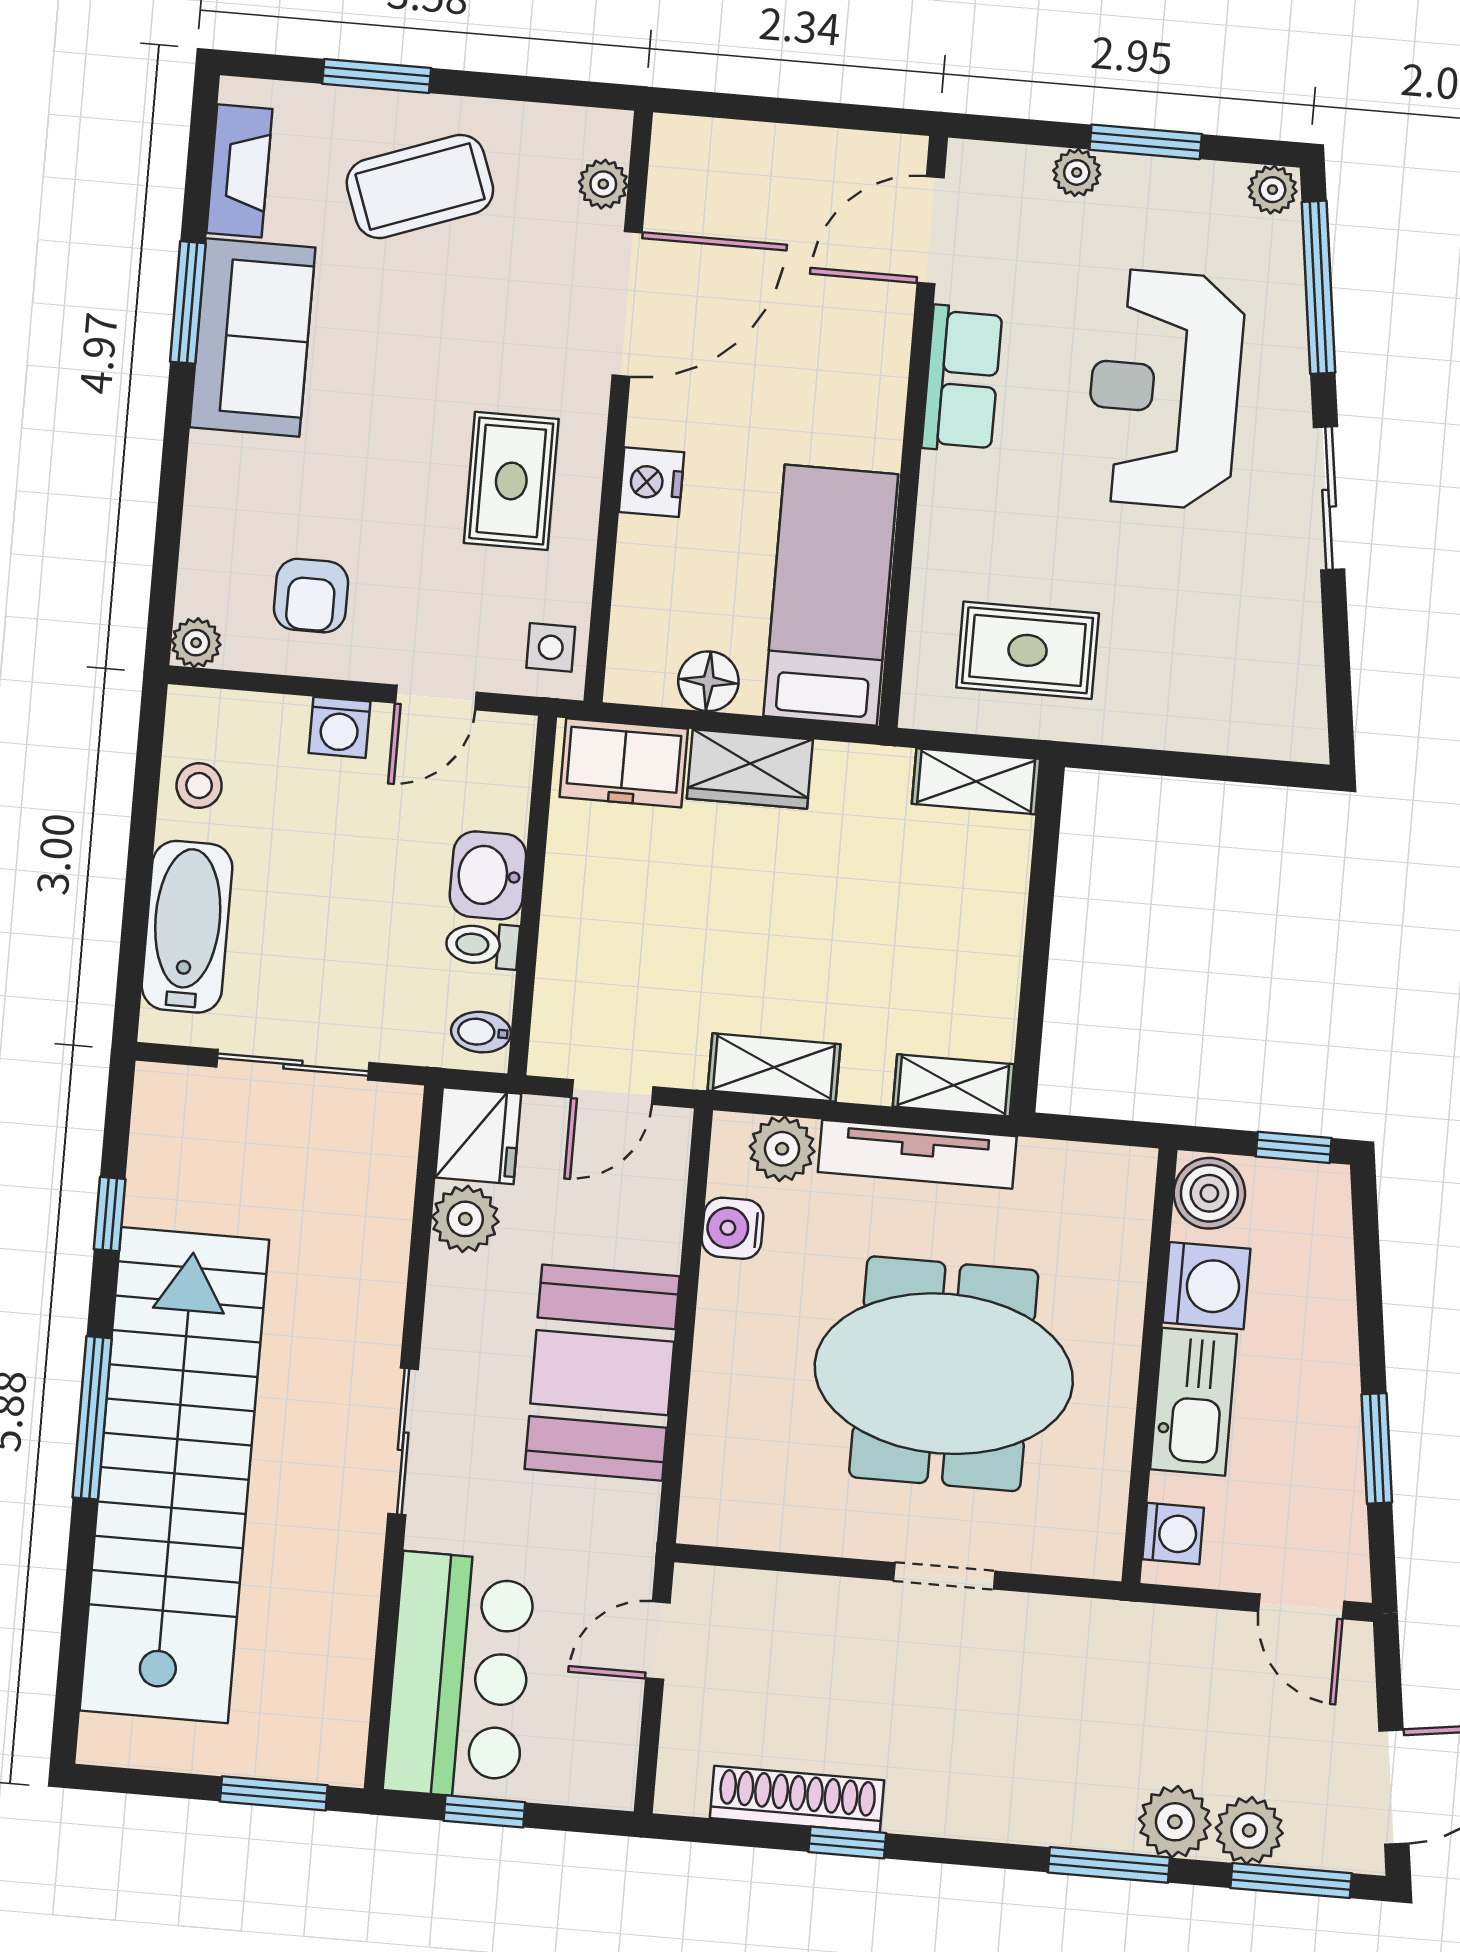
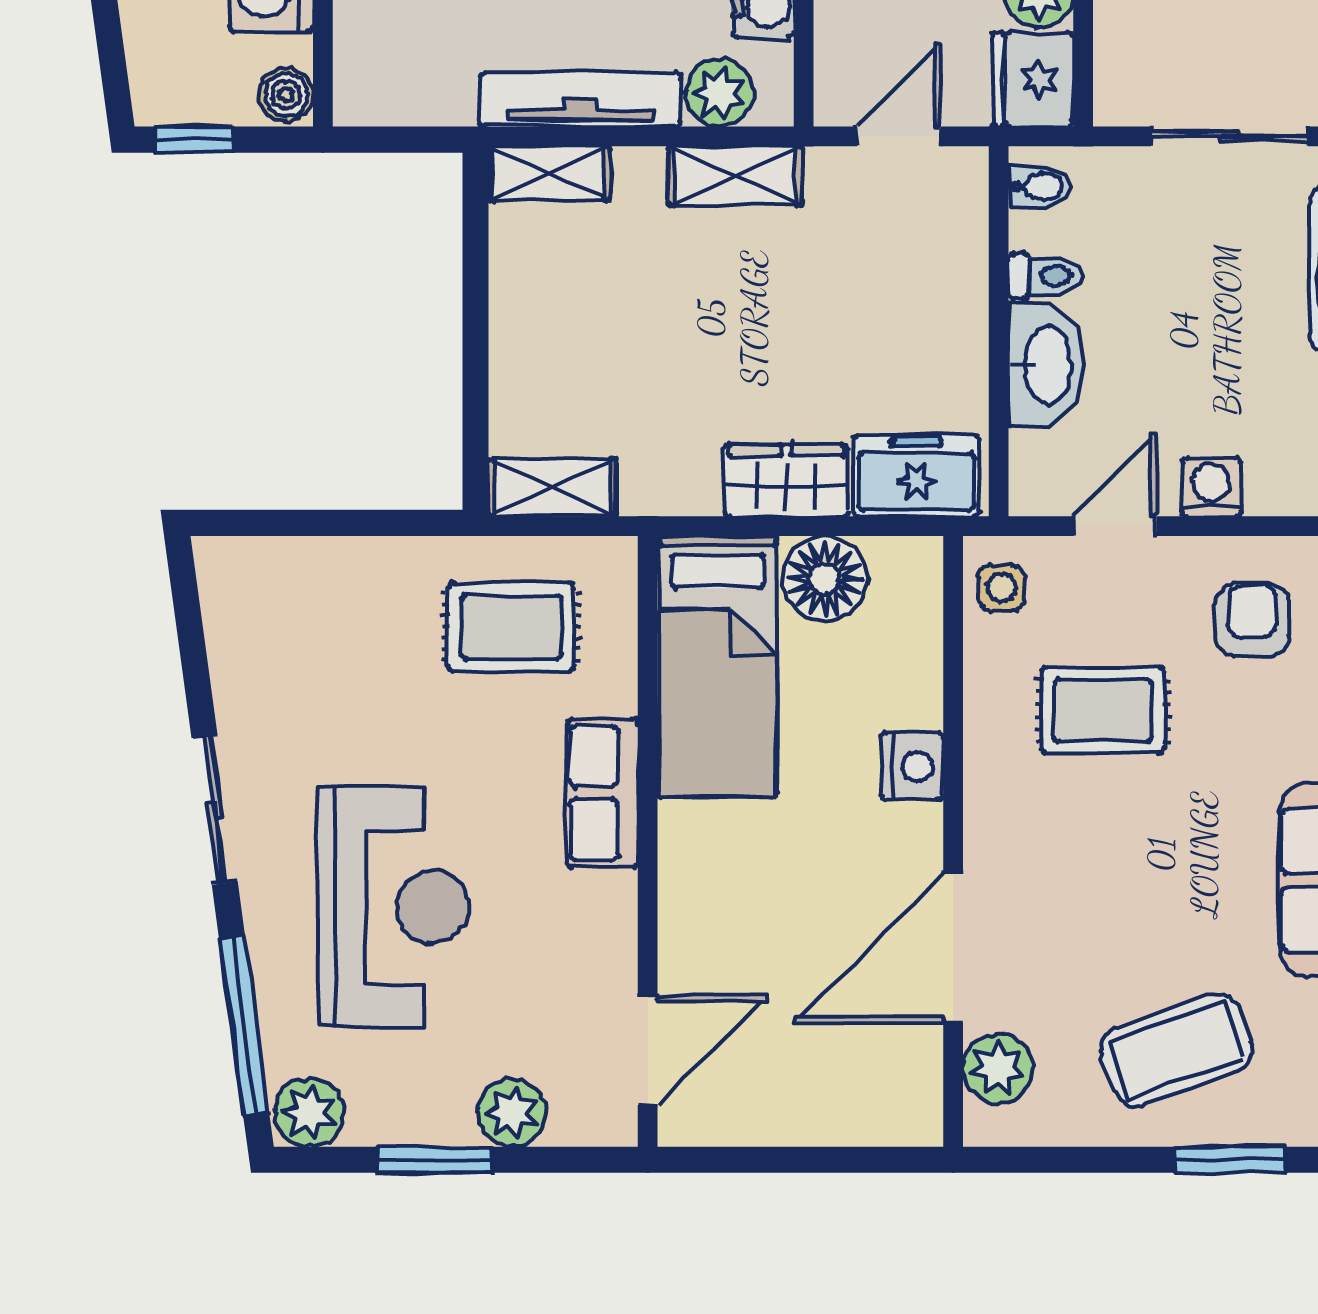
plant: (1077, 172) -> (512, 1113), width x1.38, depth x1.38
plant: (603, 184) -> (998, 1069), width x1.38, depth x1.38
plant: (1272, 190) -> (309, 1112), width x1.38, depth x1.38
row of seats: (962, 379) -> (602, 793), moved
rug: (511, 481) -> (1103, 710), moved, turned 90
floor lamp: (708, 681) -> (825, 579), width x1.38, depth x1.38
washbasin: (488, 875) -> (1046, 365), width x1.38
boiler: (1209, 1193) -> (286, 95), width x0.73, depth x0.73

